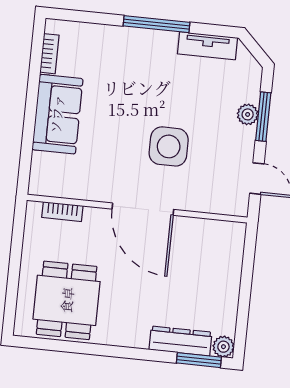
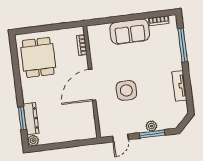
window: (156, 24) -> (183, 45), moved
tv unit: (207, 46) -> (179, 86), moved
dining table: (67, 300) -> (38, 57), turned 90
window: (199, 360) -> (22, 118), moved

